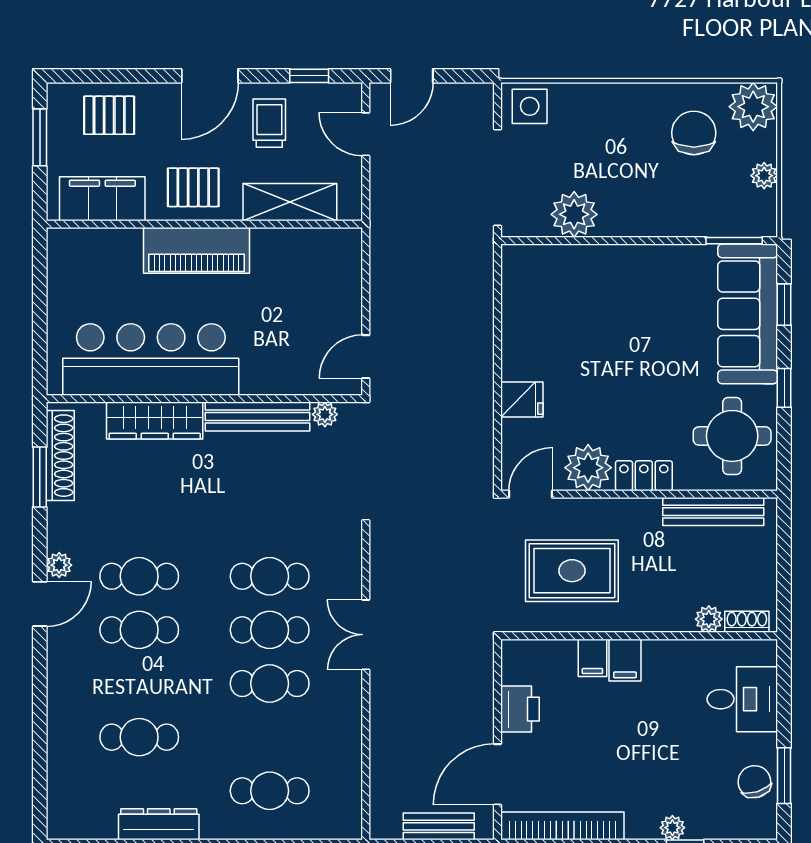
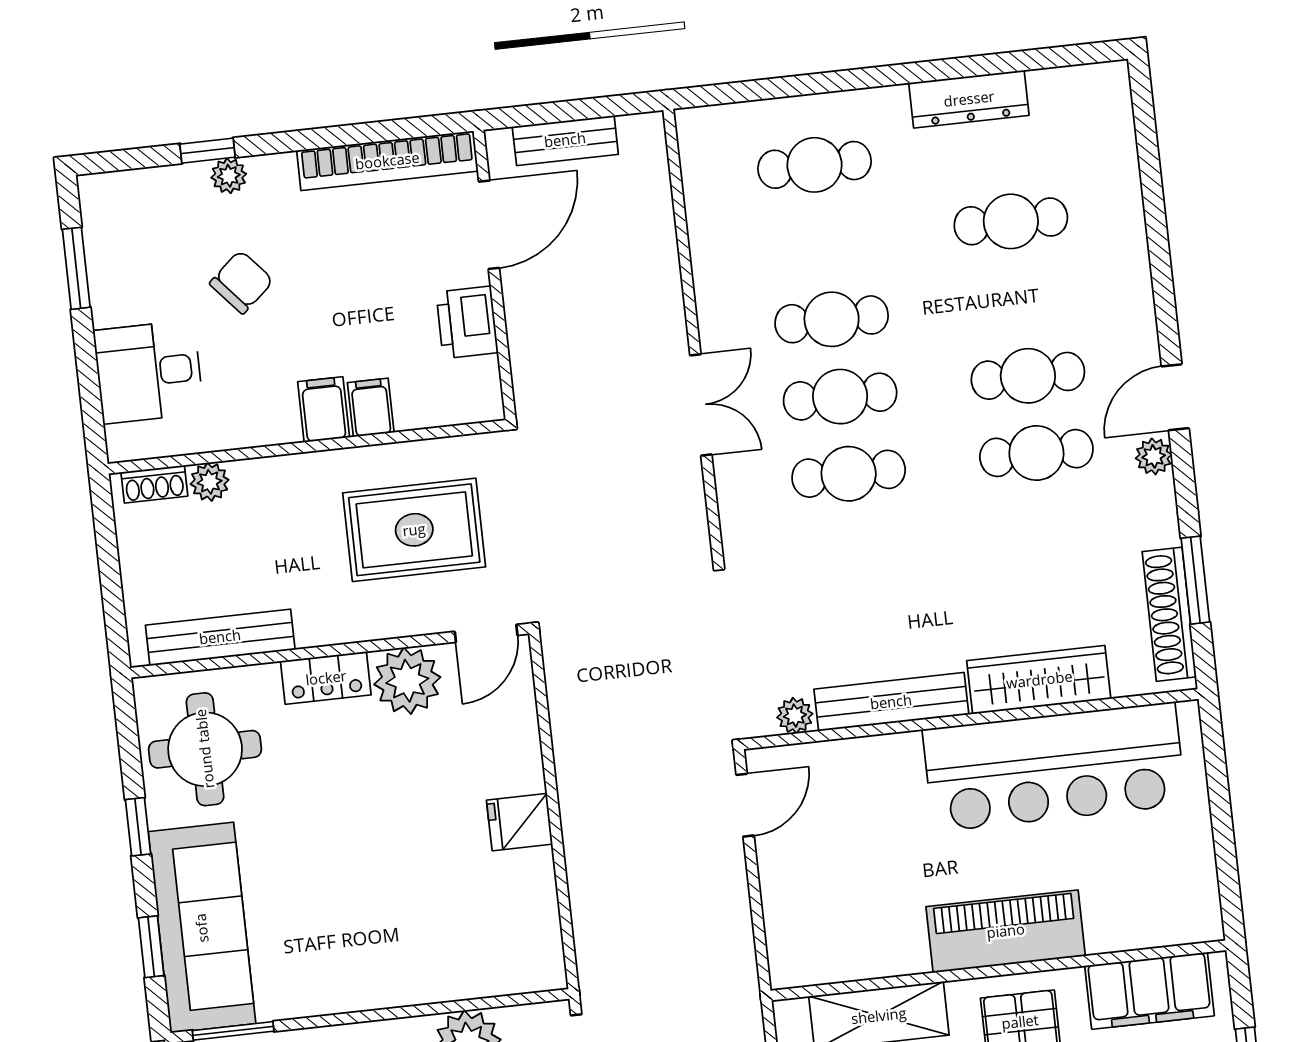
fridge: (522, 399) -> (520, 822), moved
chair: (754, 782) -> (241, 282), moved, turned -114

